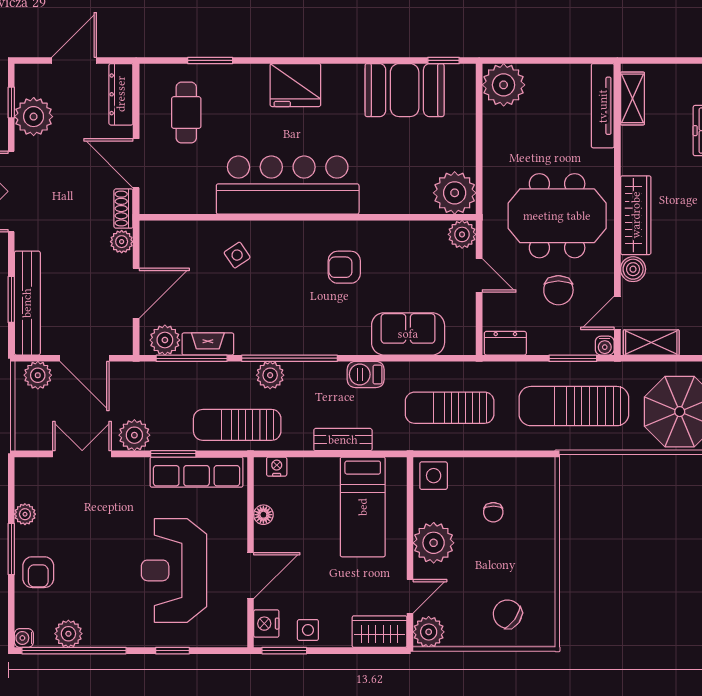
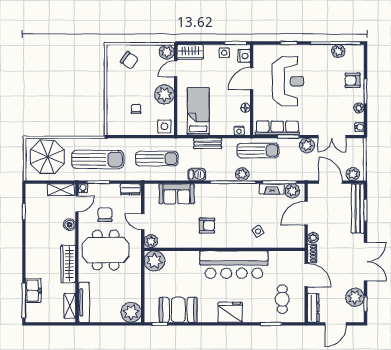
wardrobe: (636, 215) -> (68, 264), moved
armchair: (38, 572) -> (353, 80), turned -90
water cooler: (24, 638) -> (359, 127), moved

